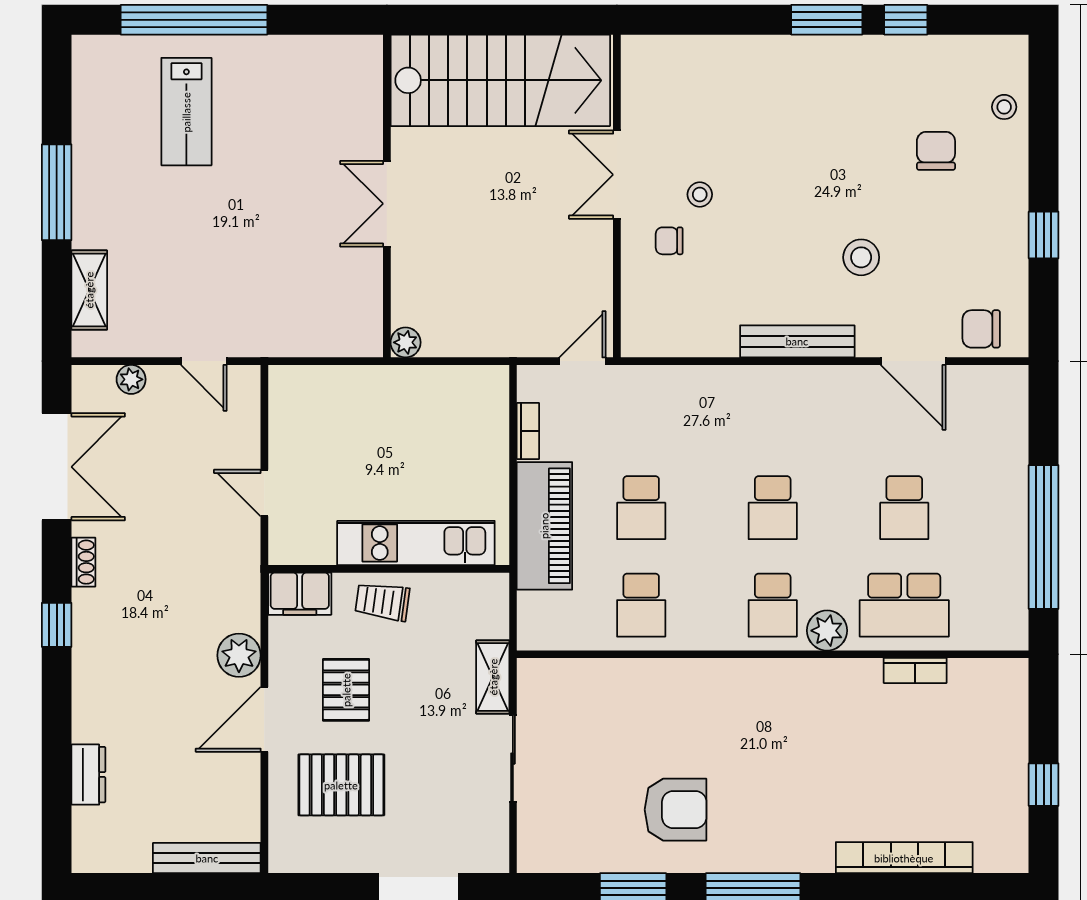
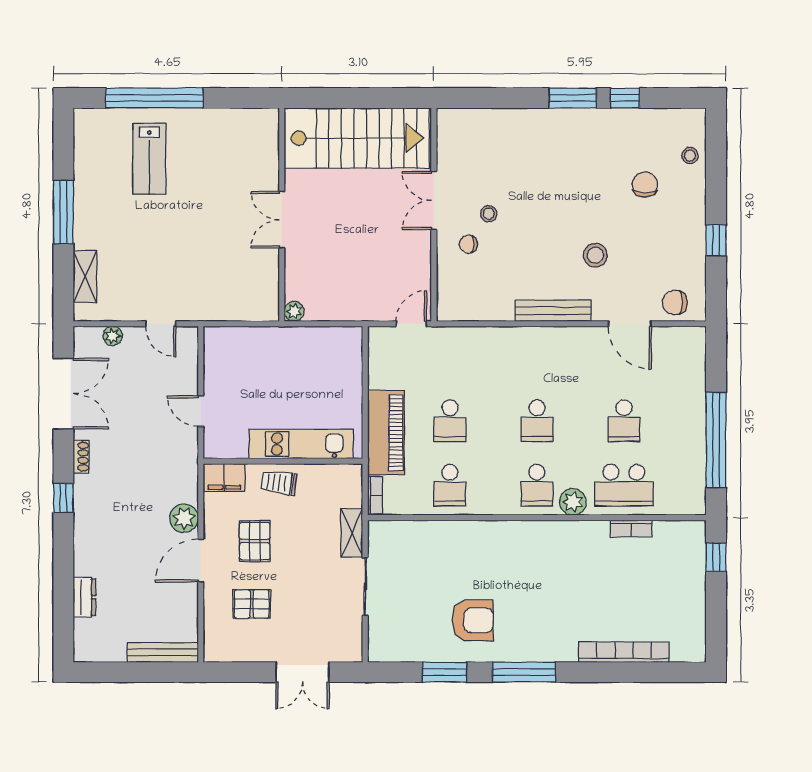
bookcase: (528, 431) -> (375, 495), moved
pallet: (341, 785) -> (252, 604), width x0.67, depth x0.71
window: (1044, 785) -> (716, 557), moved

